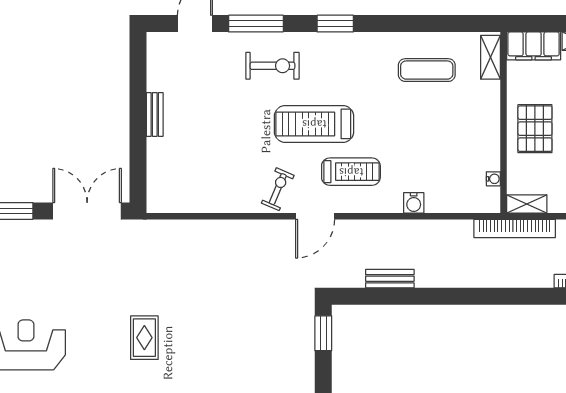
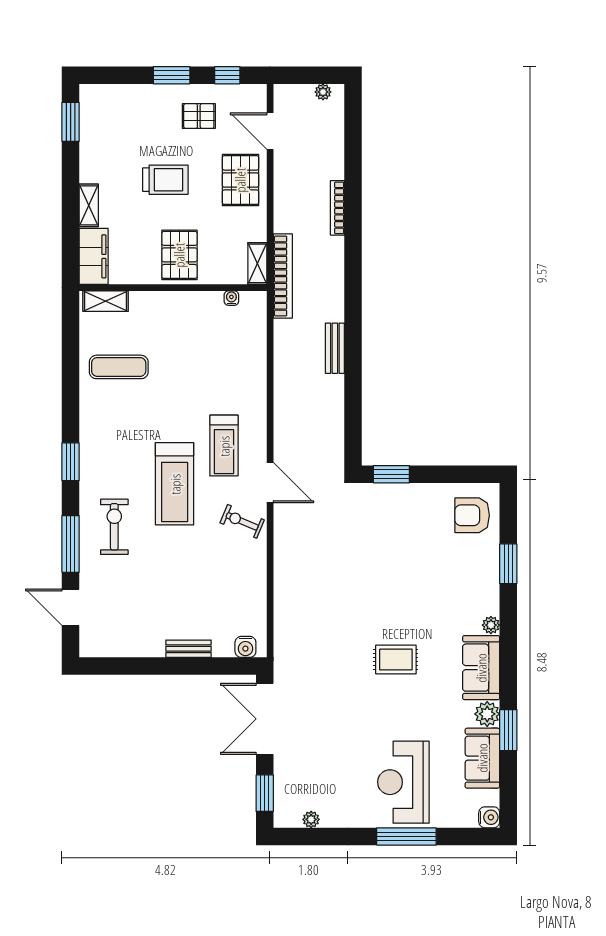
exercise mat: (427, 70) -> (119, 367), turned 90
bench: (155, 114) -> (188, 649), moved
pallet: (535, 129) -> (179, 255), turned 90
treadmill: (351, 172) -> (224, 446), turned 180
water cooler: (414, 203) -> (245, 647), moved, turned 90
bench: (390, 279) -> (335, 348), moved

